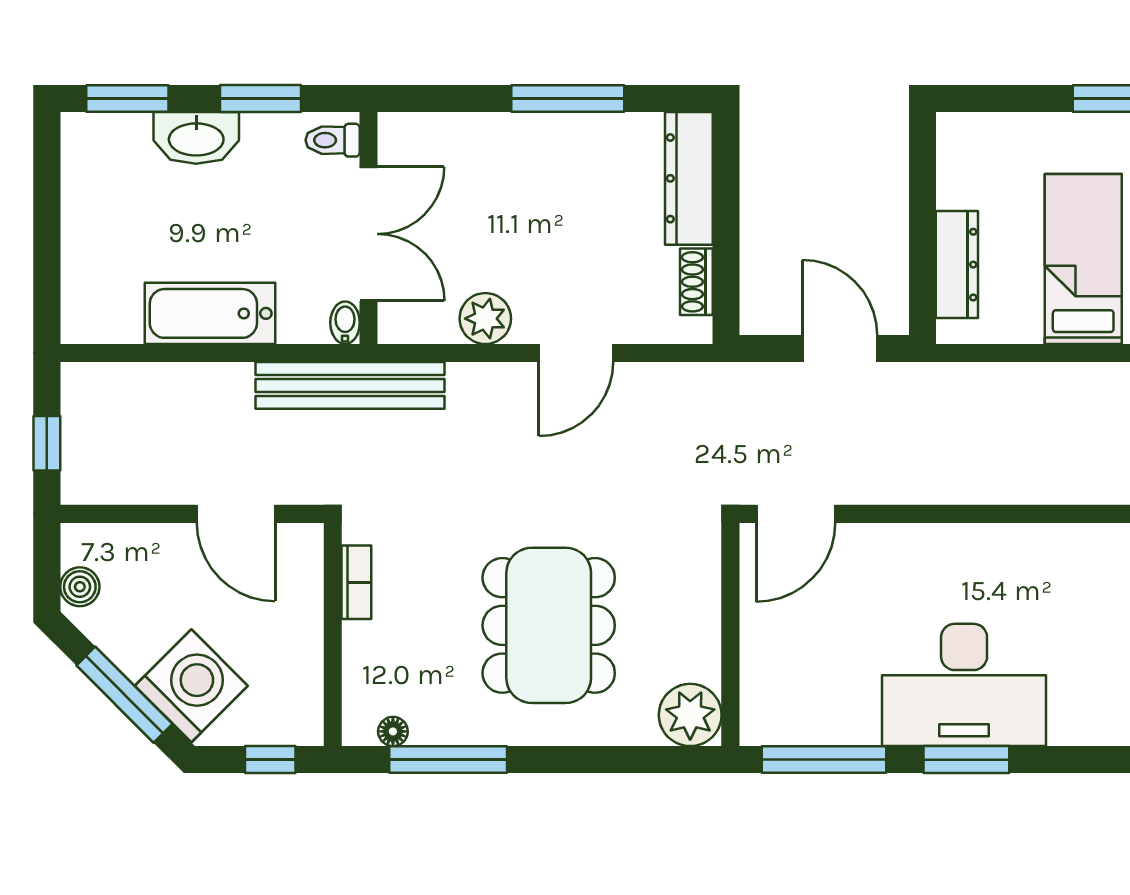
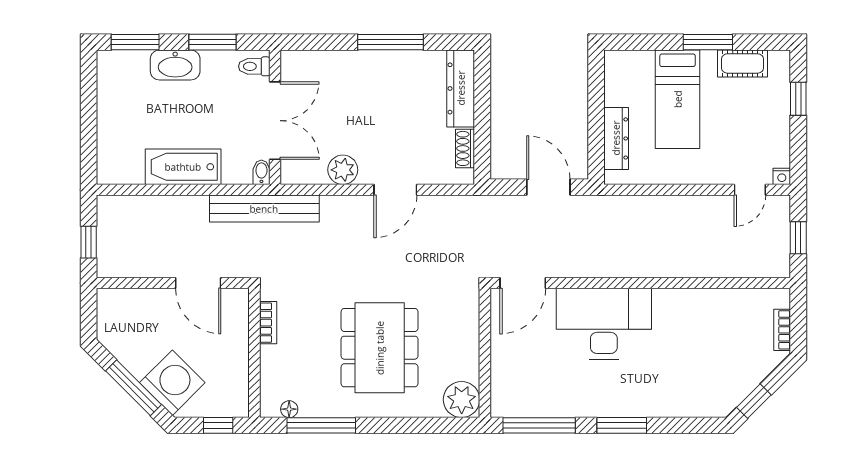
bed: (1083, 259) -> (678, 99), moved, turned 180
boiler: (80, 587) -> (108, 325), removed
desk: (964, 685) -> (604, 324), moved, turned 180

